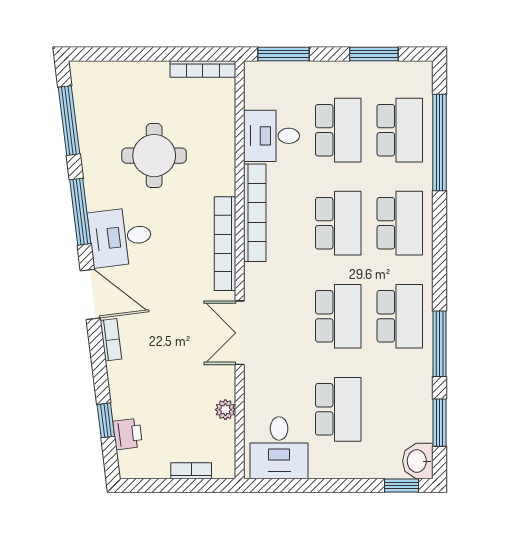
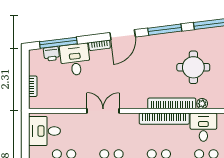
desk: (120, 237) -> (75, 60), moved
bookcase: (225, 244) -> (172, 103), moved
plant: (225, 410) -> (202, 104), moved
window: (106, 420) -> (58, 43), width x2.17

